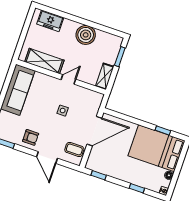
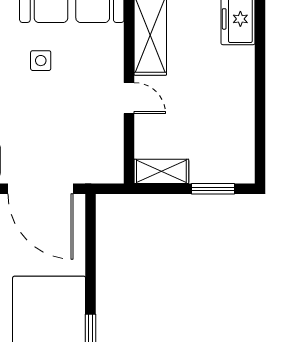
boiler: (86, 35) -> (234, 102), removed
side table: (63, 111) -> (41, 61), moved

